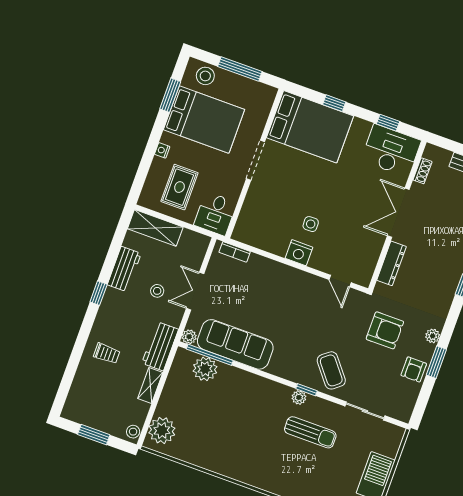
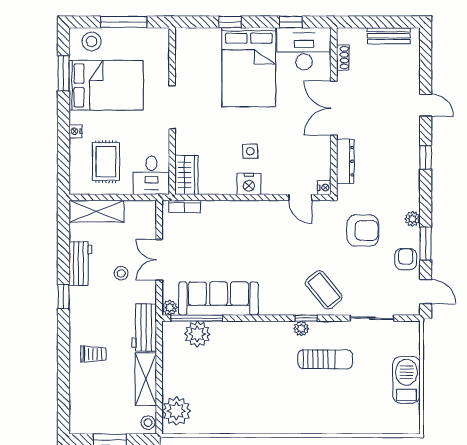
bed: (310, 127) -> (249, 67), moved, turned 90
wardrobe: (247, 225) -> (186, 175), added
nightstand: (365, 280) -> (324, 188), added
armchair: (414, 369) -> (406, 259), turned 180
shelving: (150, 385) -> (146, 379), width x1.50, depth x1.33
door: (421, 405) -> (426, 292), added

